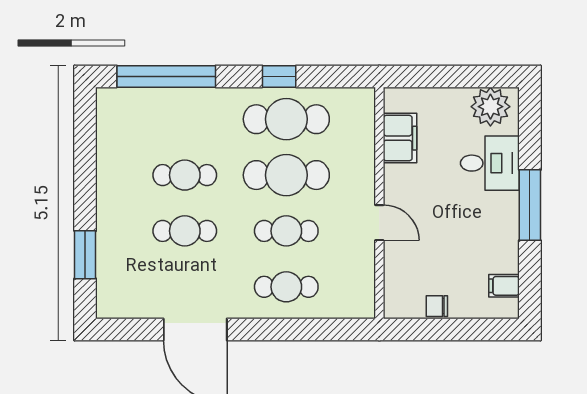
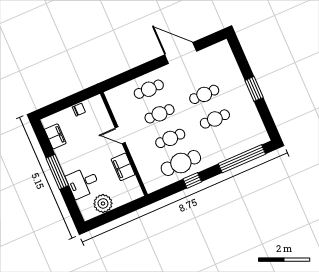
plant: (490, 107) -> (103, 203), moved
filing cabinet: (400, 138) -> (123, 167), moved
cafe table: (286, 175) -> (170, 138), width x0.73, depth x0.74
window: (85, 255) -> (254, 89), moved
filing cabinet: (504, 286) -> (55, 136), width x2.00

